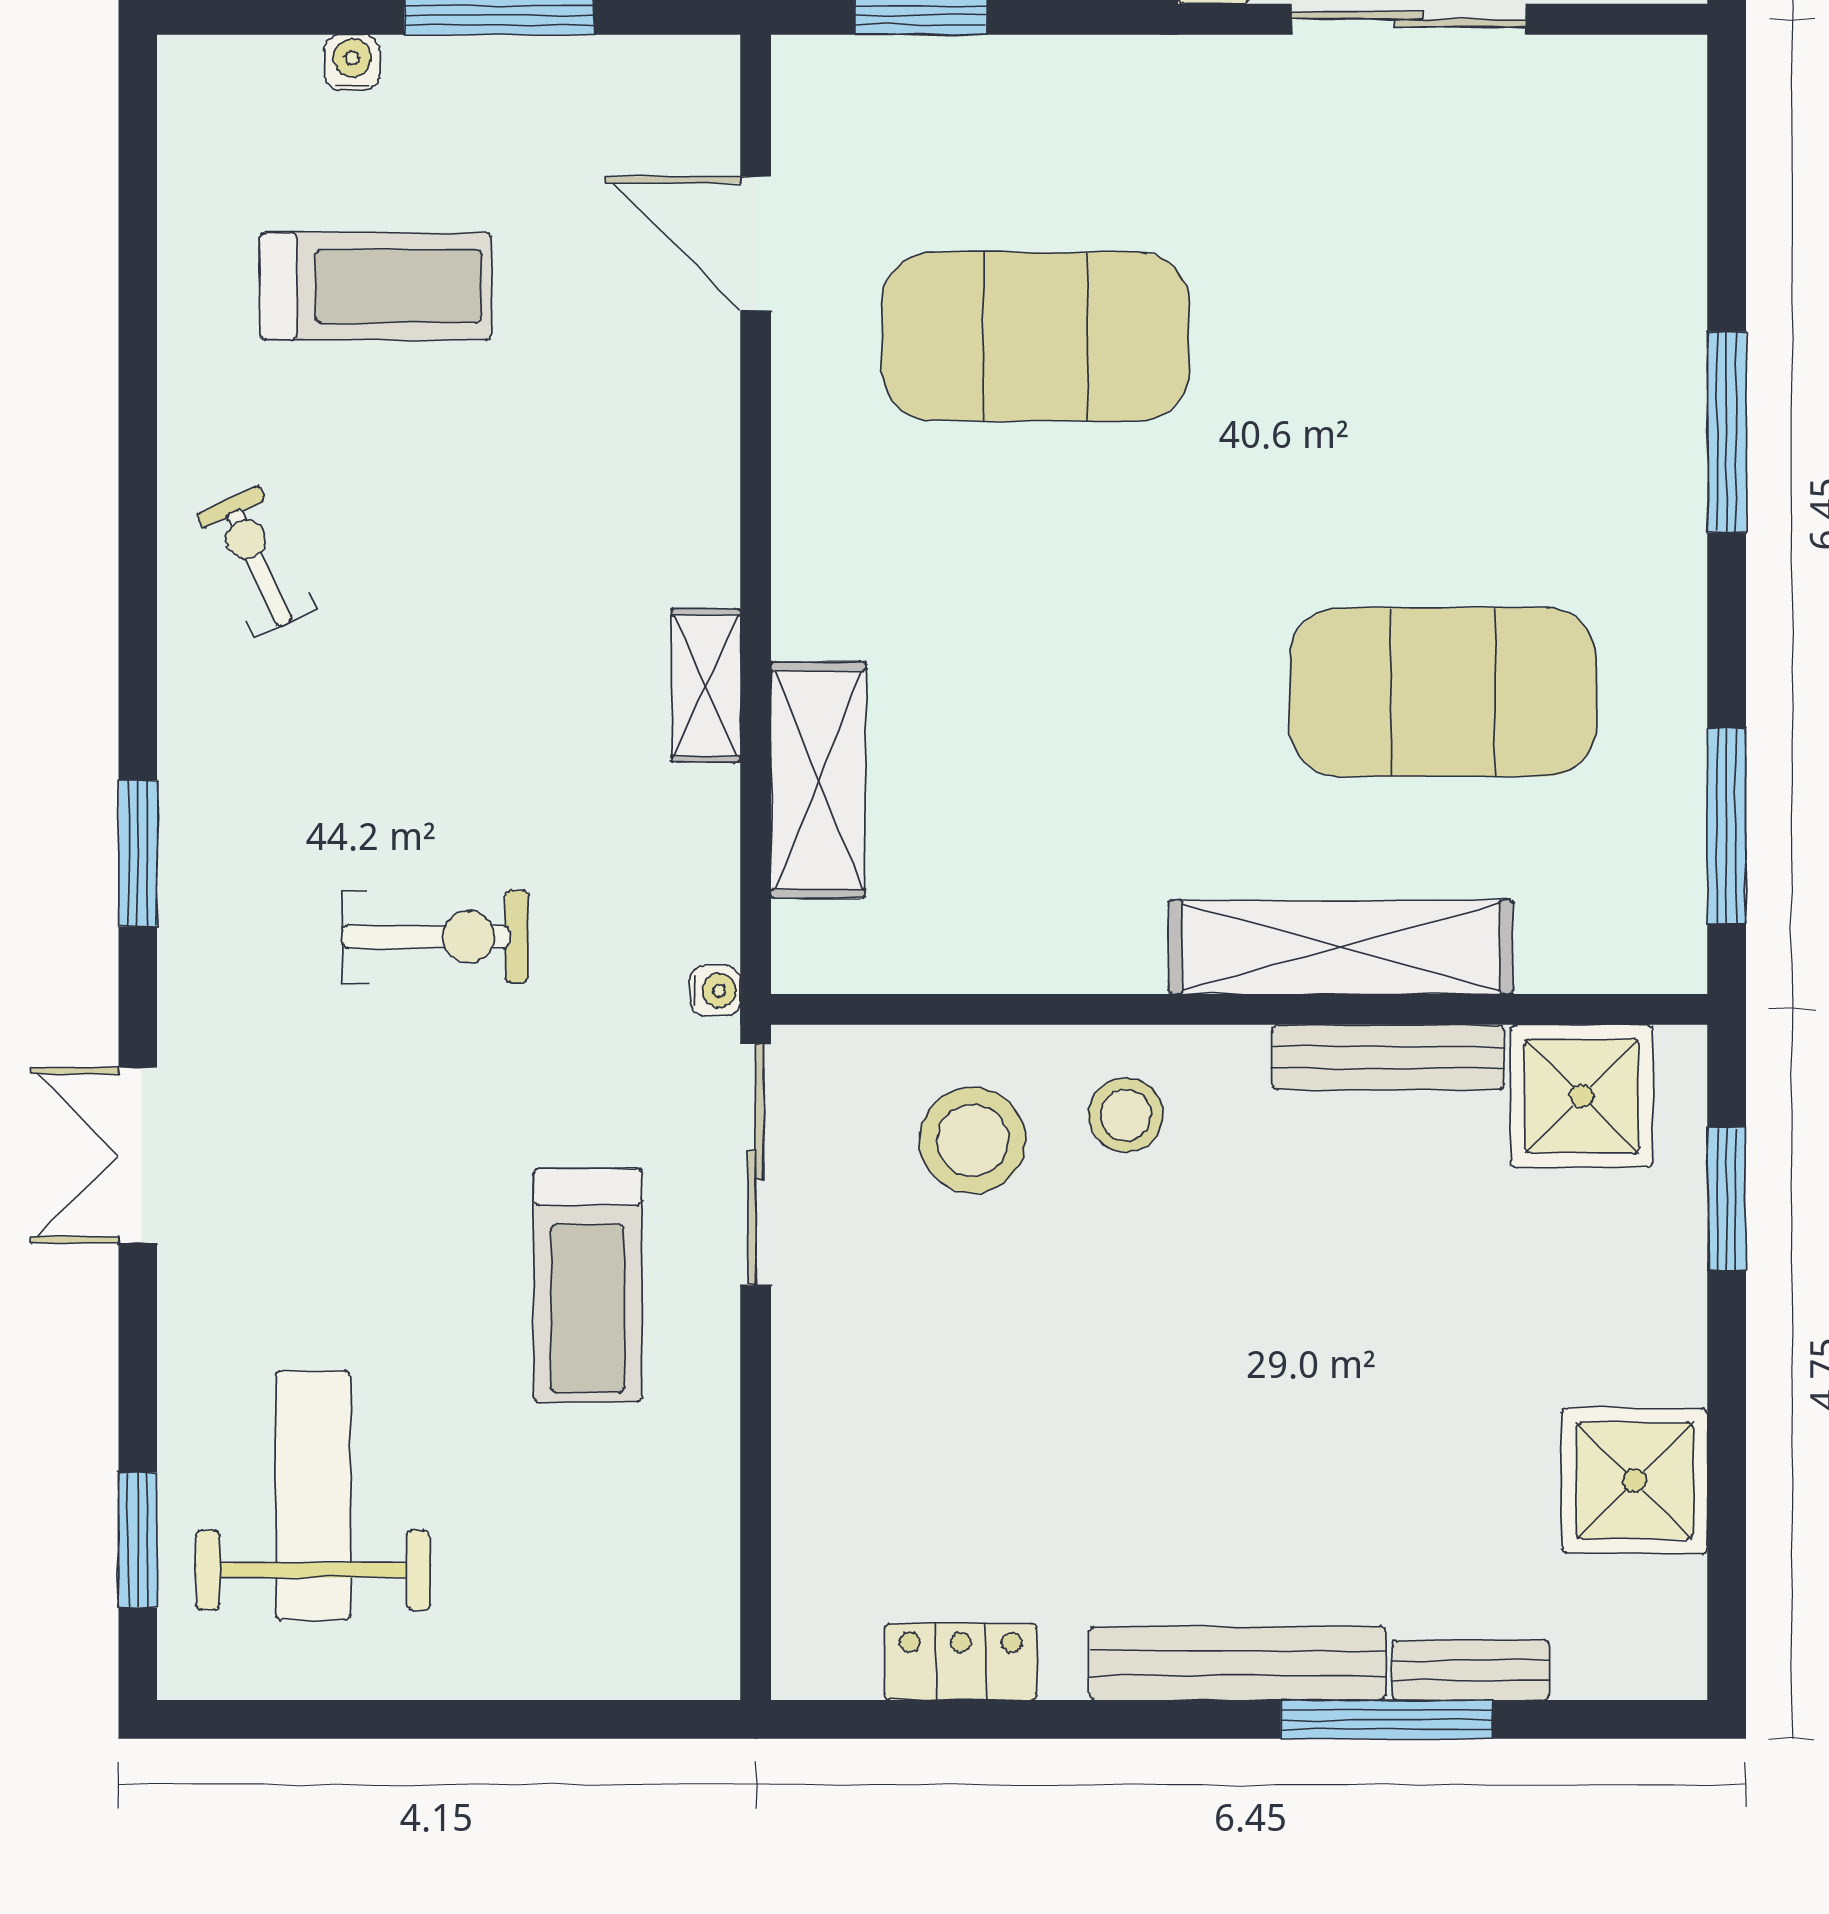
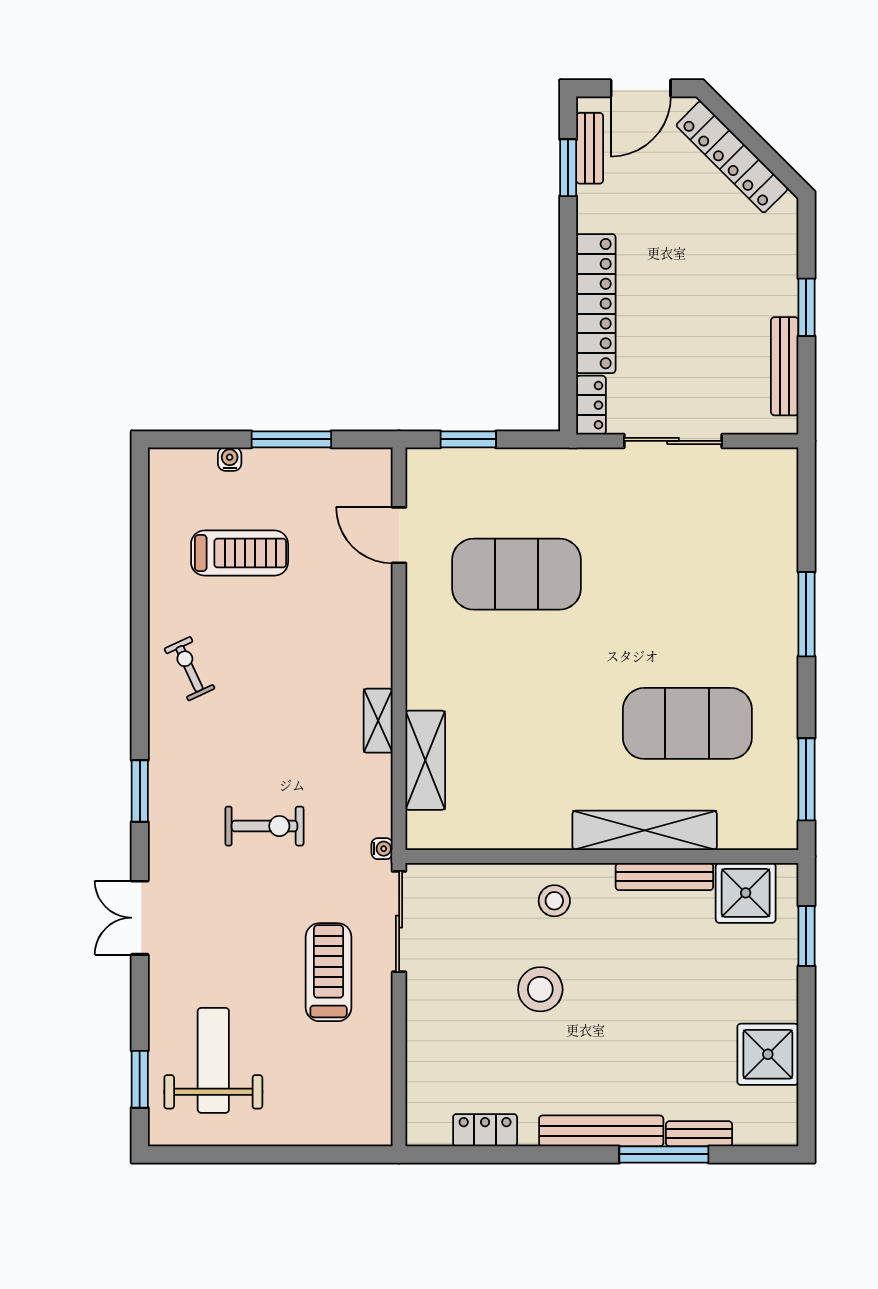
stool: (972, 1140) -> (540, 989), moved
treadmill: (588, 1285) -> (329, 972), turned 180

